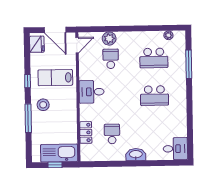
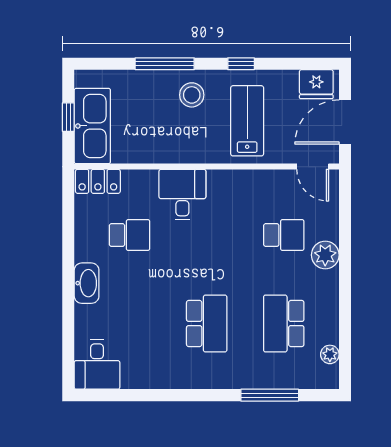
plant: (109, 39) -> (325, 255), moved
desk: (92, 92) -> (182, 195), moved
school desk: (154, 96) -> (207, 324), turned 180
locker: (86, 132) -> (98, 181), moved

